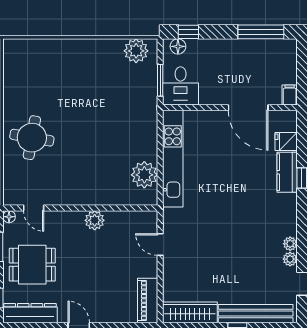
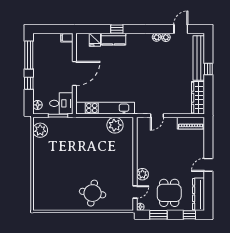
window: (188, 32) -> (29, 83), moved
door: (248, 108) -> (74, 74), moved
plant: (95, 220) -> (142, 174), moved

